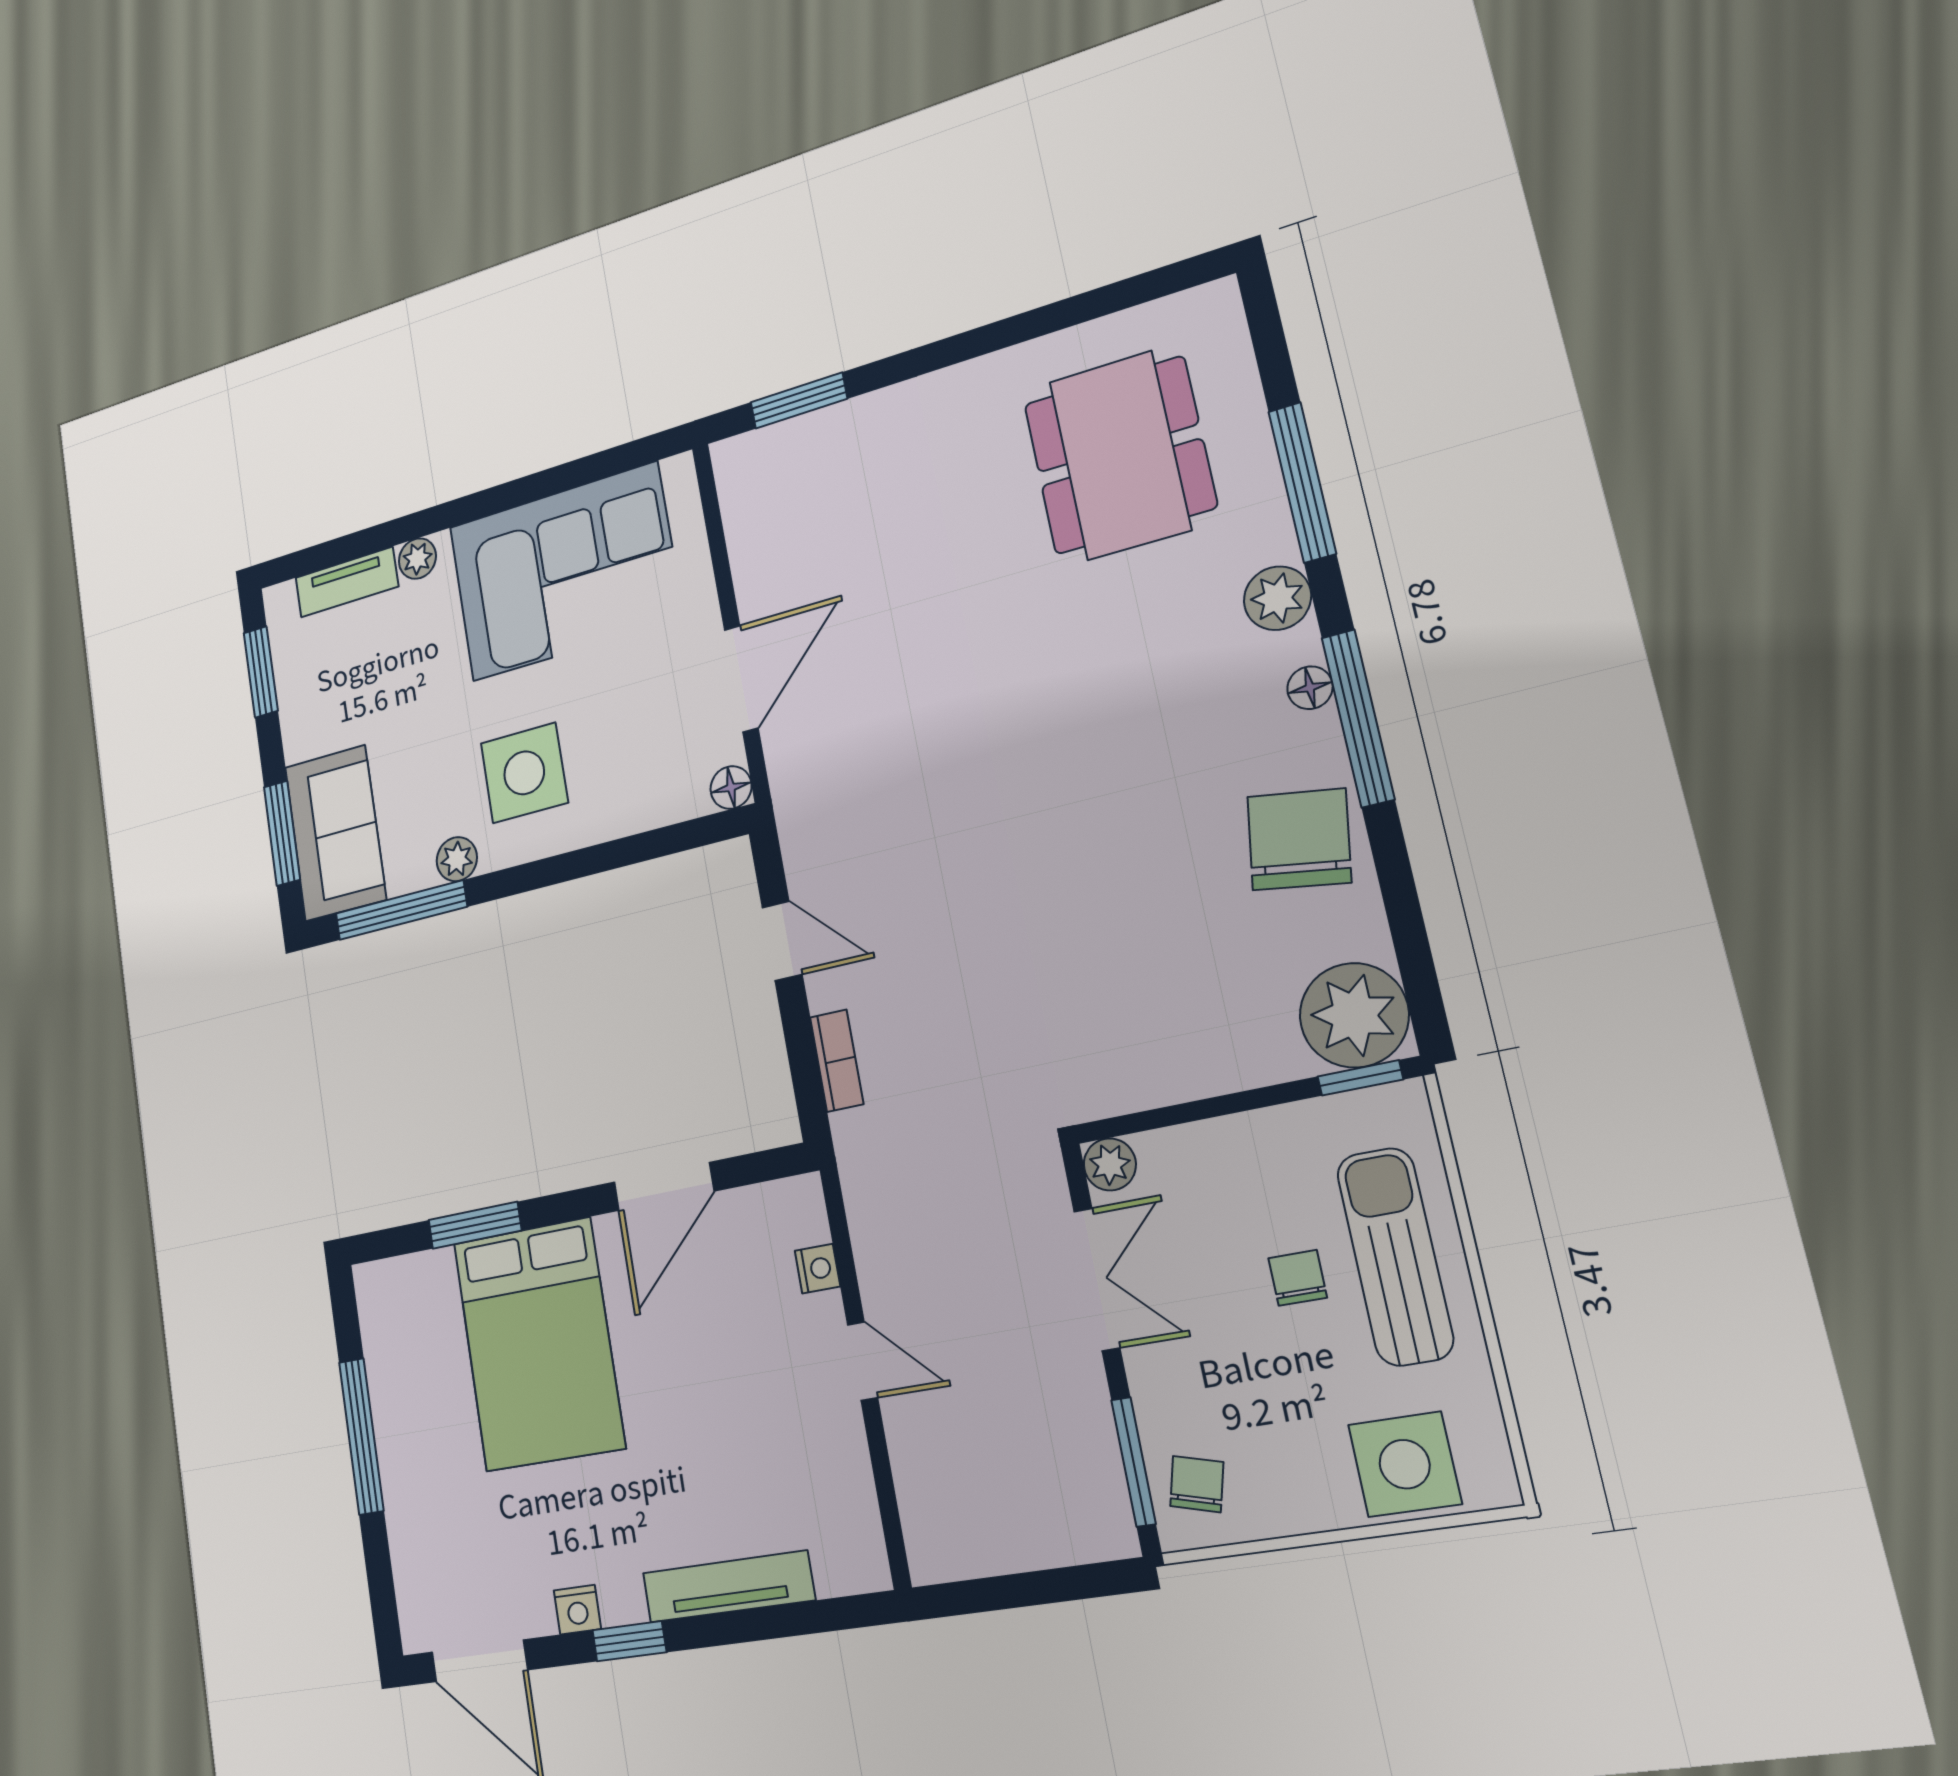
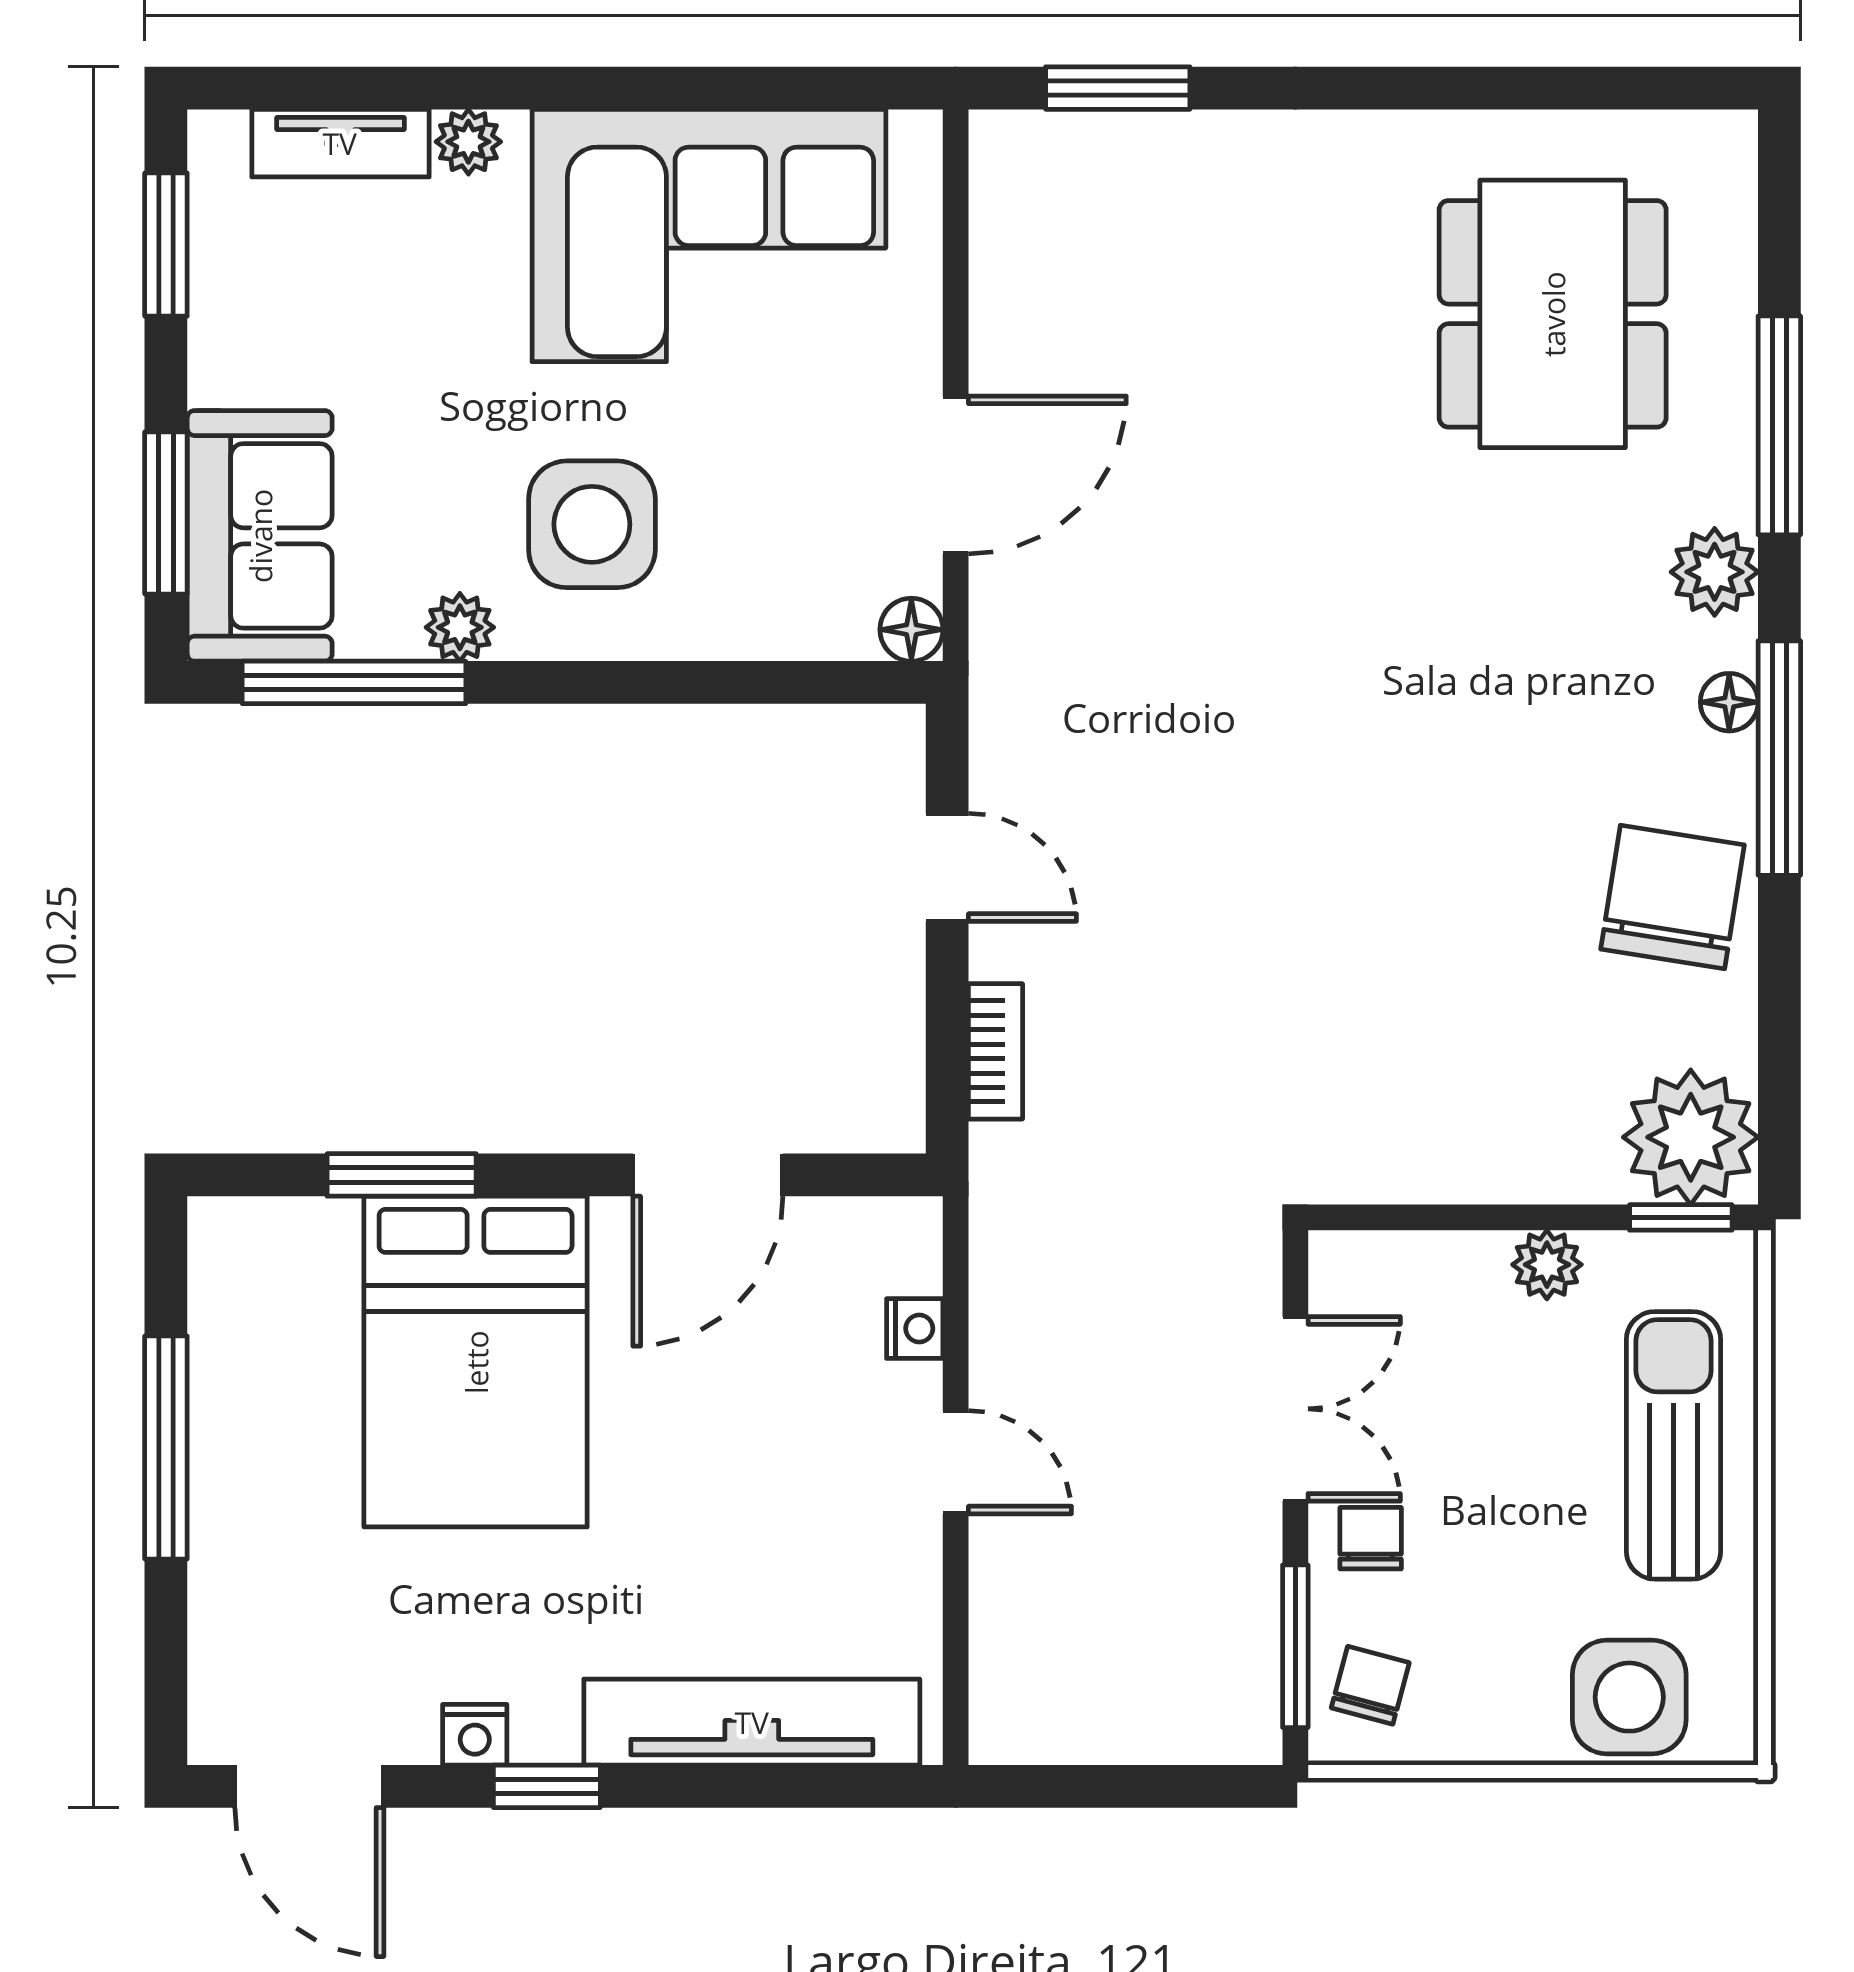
plant: (1110, 1164) -> (1547, 1265), moved
chair: (1298, 1278) -> (1371, 1538), moved
tv unit: (728, 1587) -> (752, 1722), width x1.36, depth x1.29

